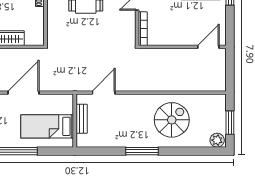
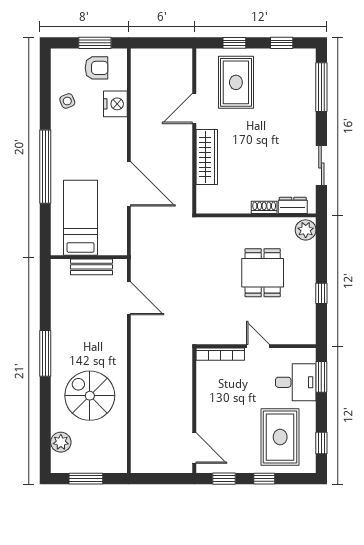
window: (230, 26) -> (224, 479), added
spiral stairs: (172, 120) -> (90, 396), turned 180
plant: (217, 140) -> (61, 442), moved

